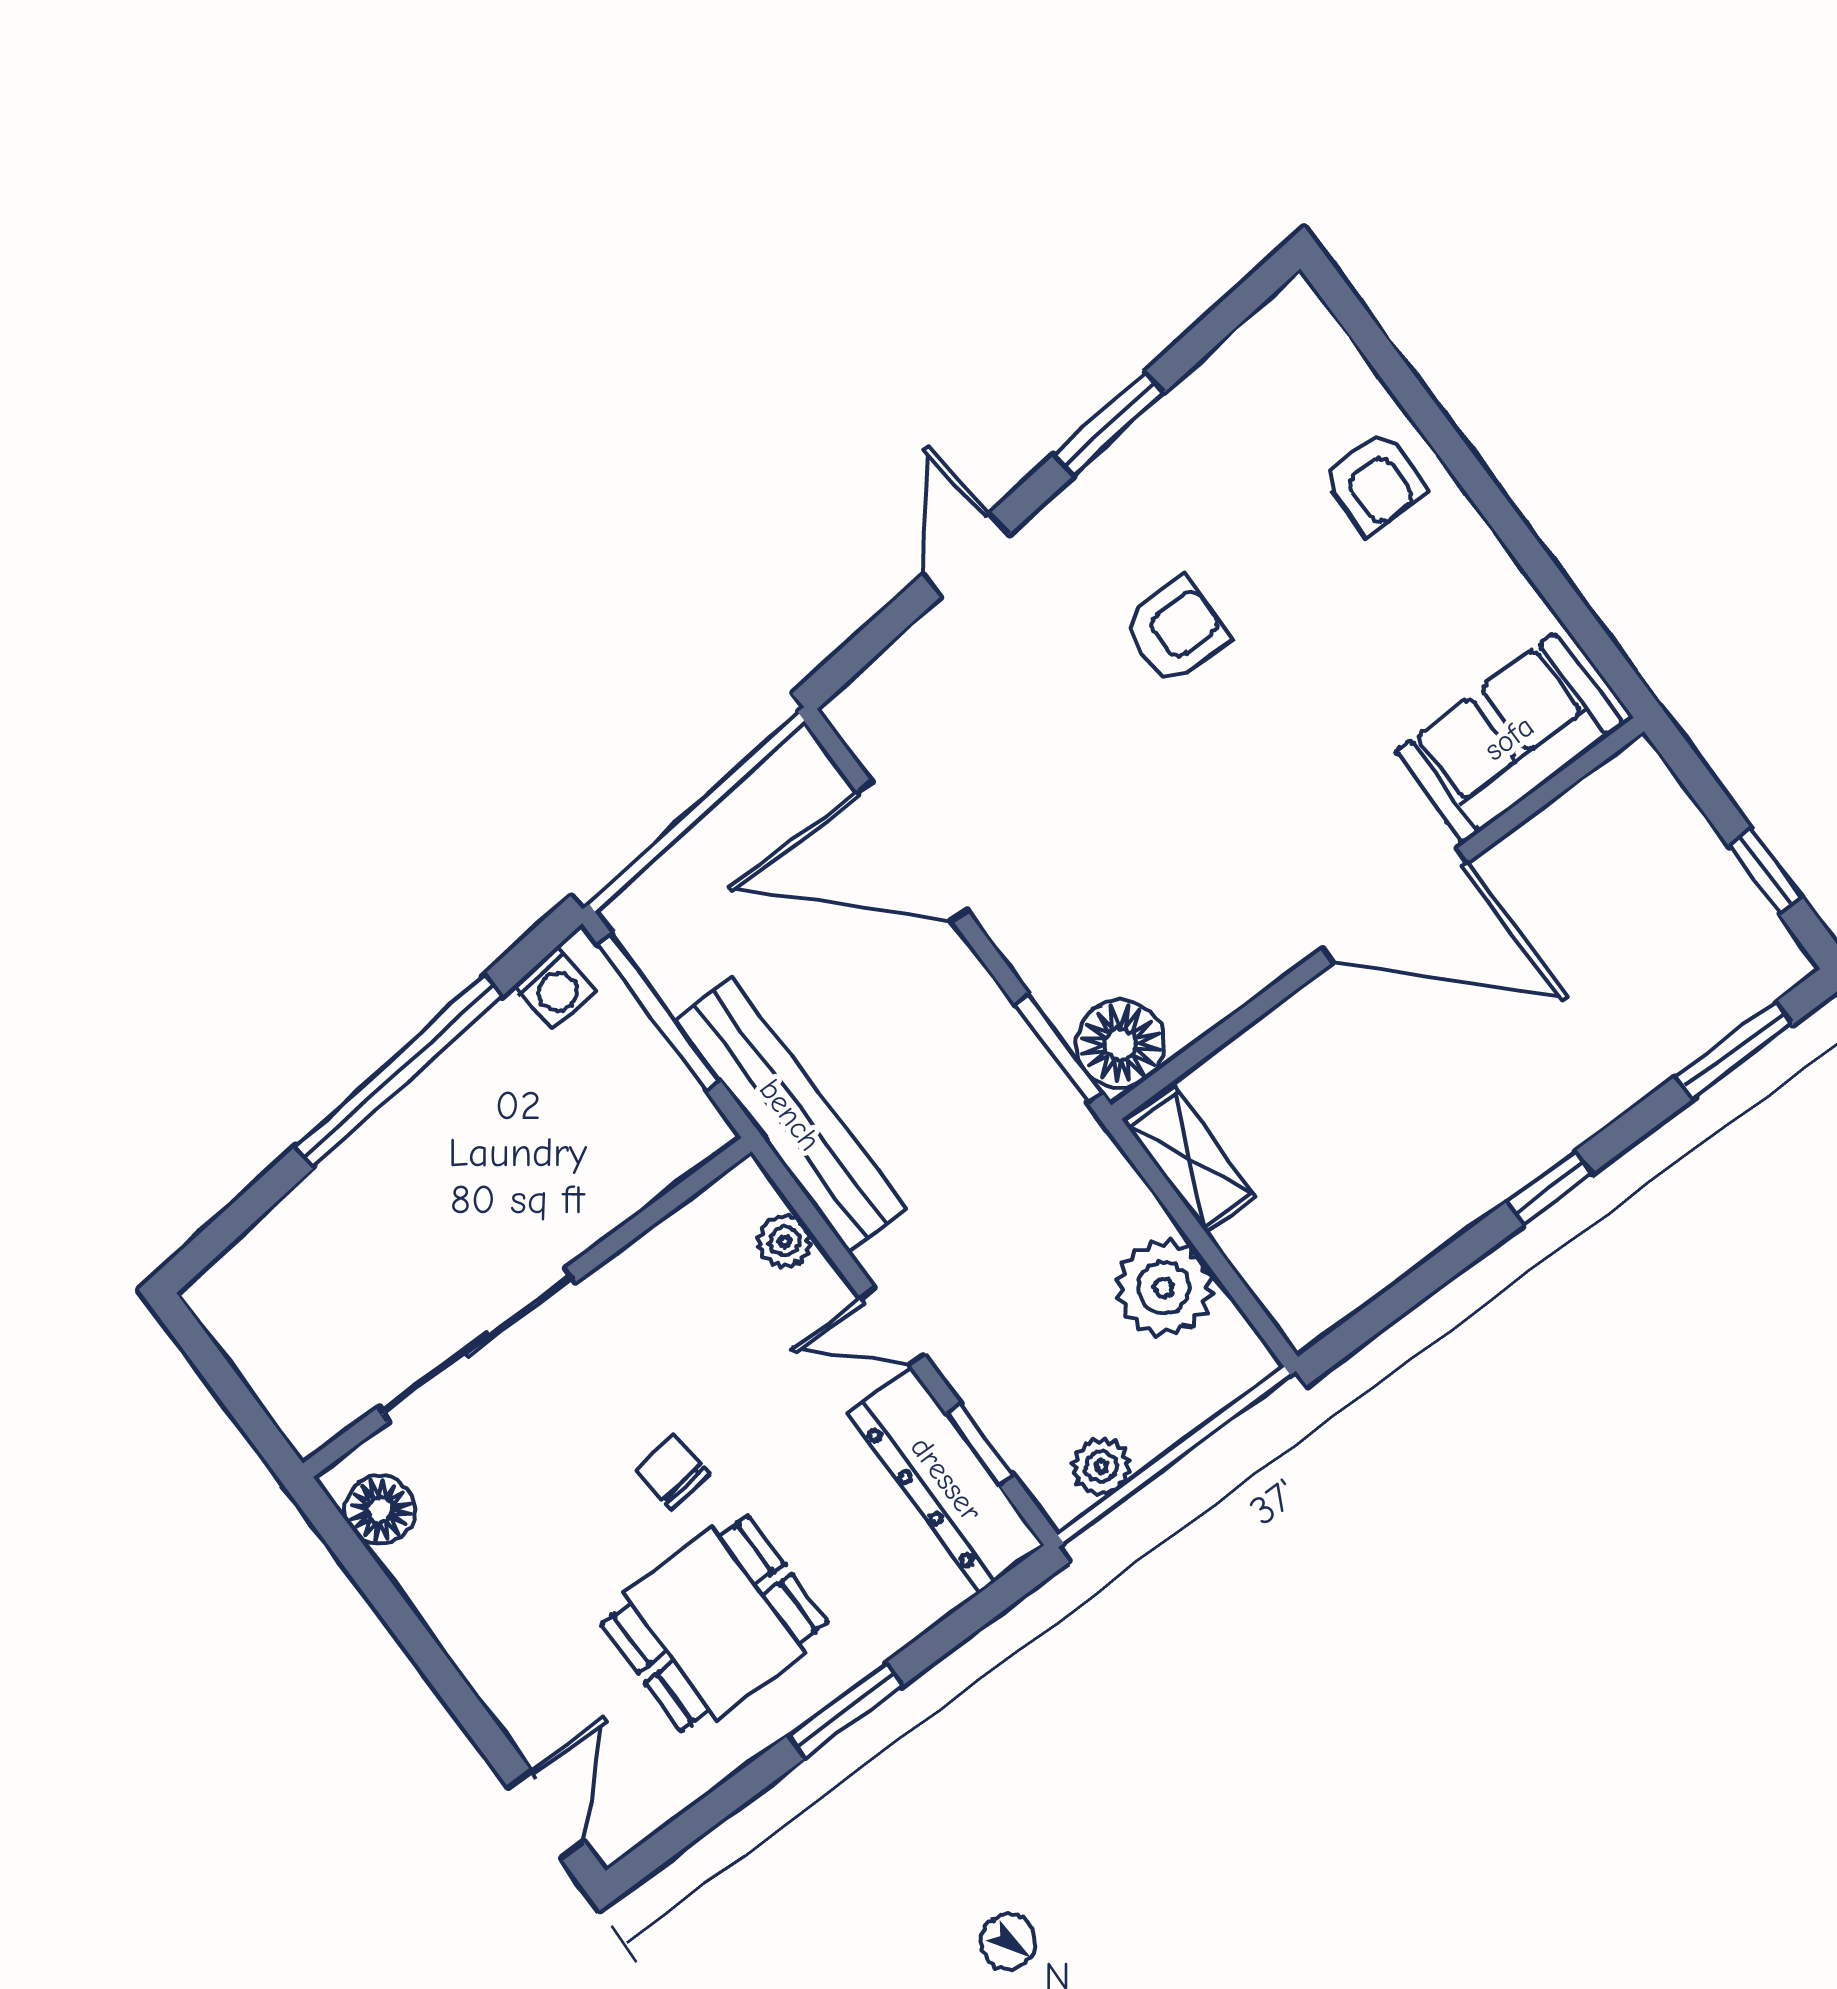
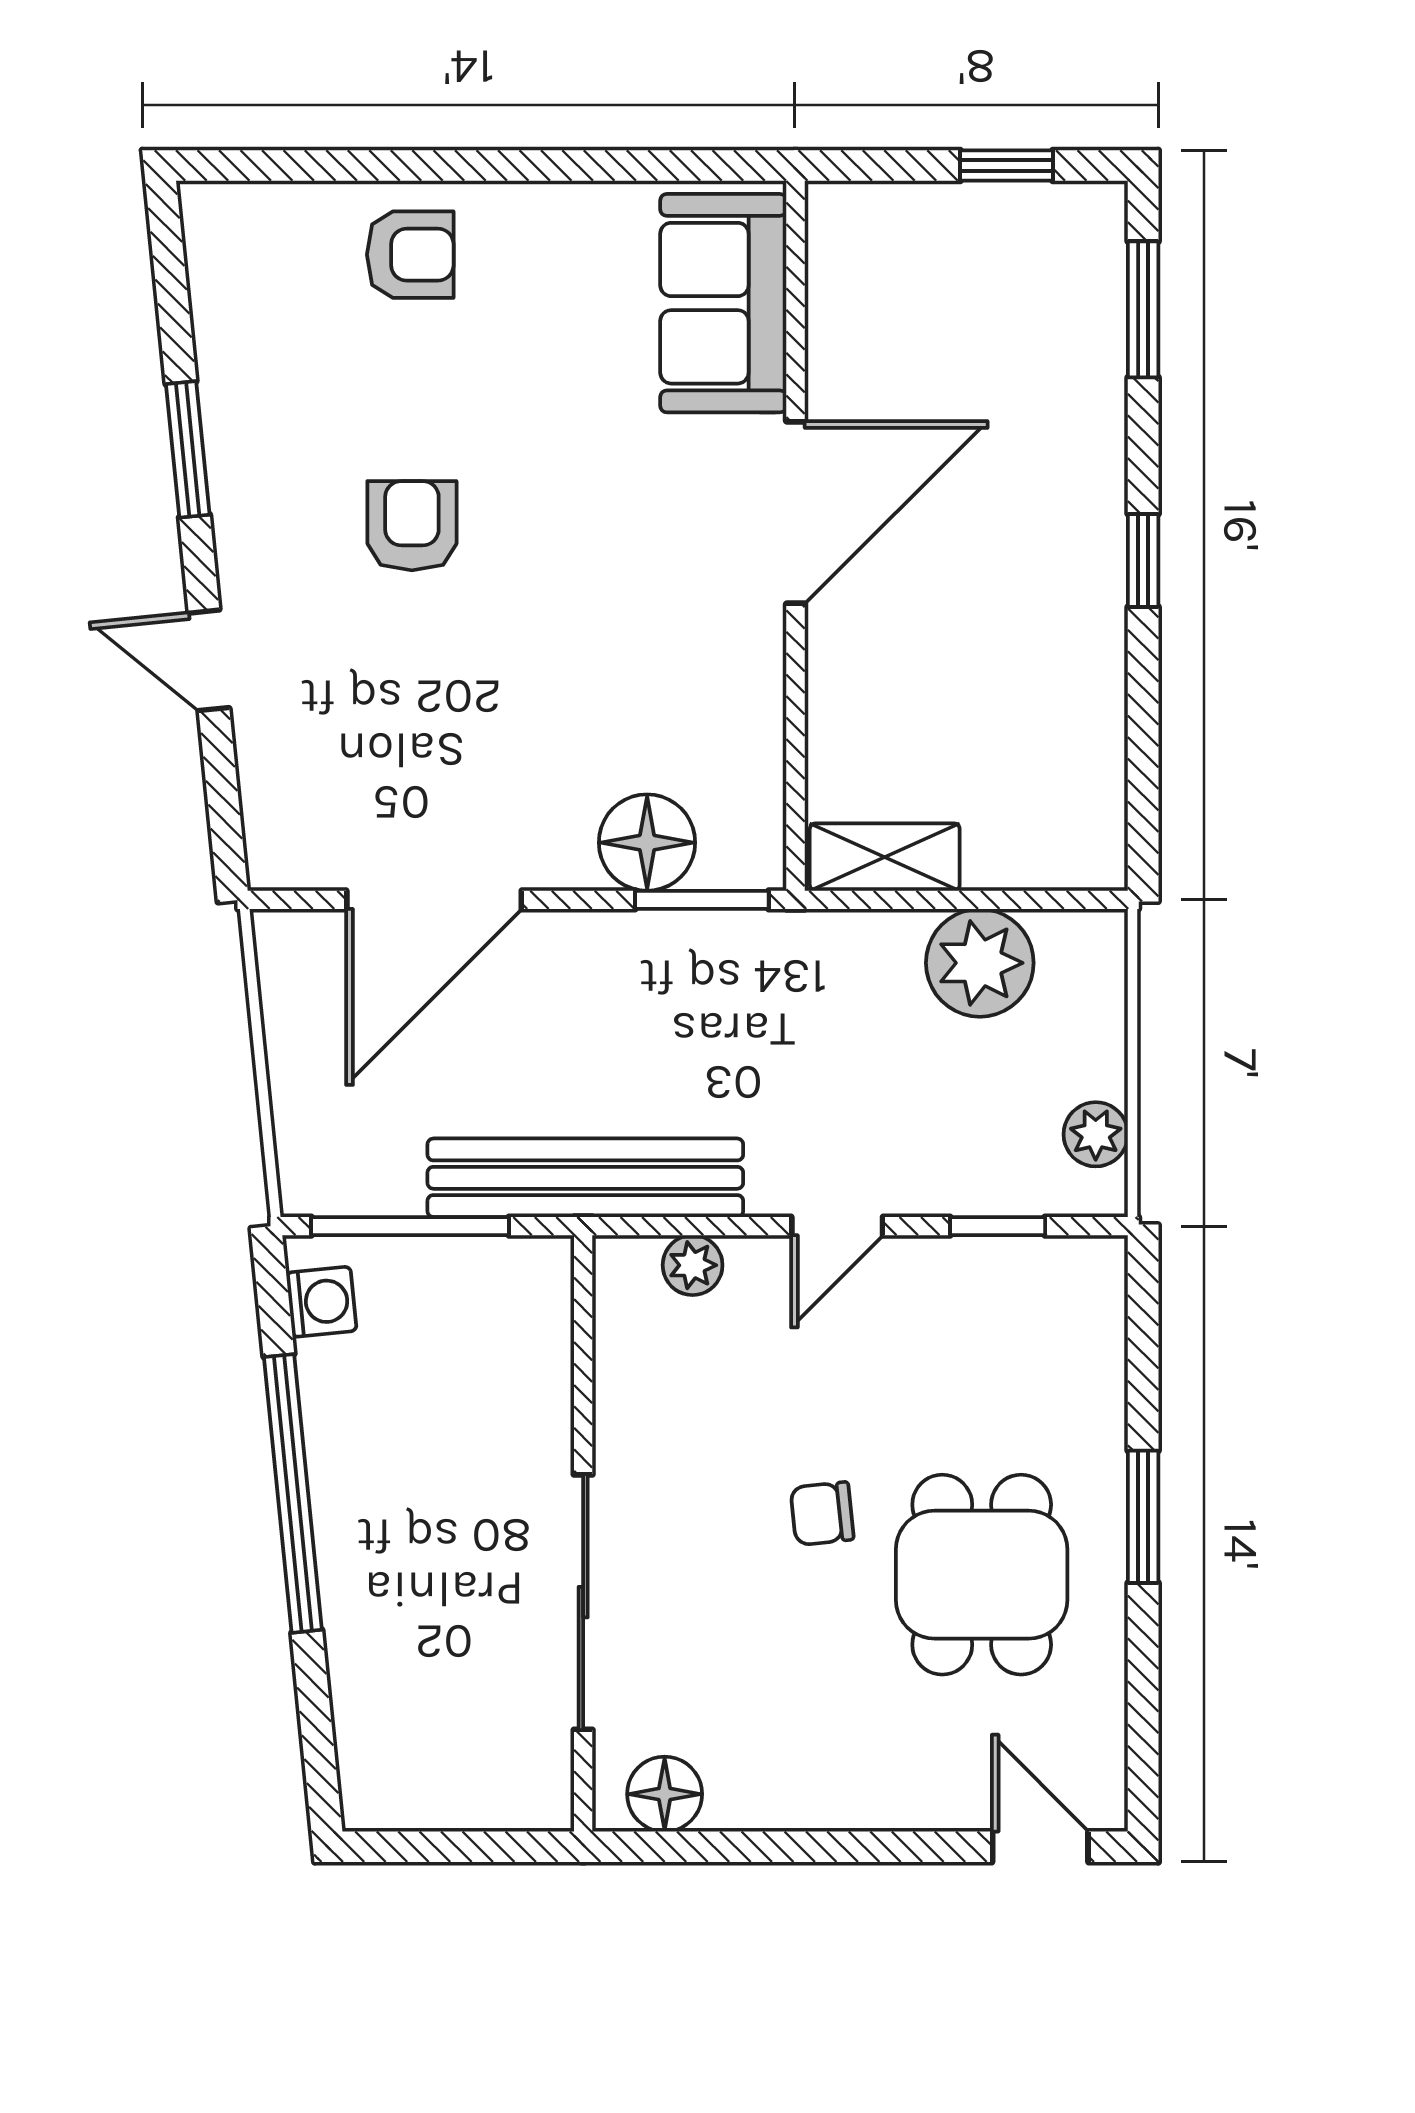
floor lamp: (1120, 1044) -> (647, 843), moved
dresser: (946, 1479) -> (1006, 1279), removed

